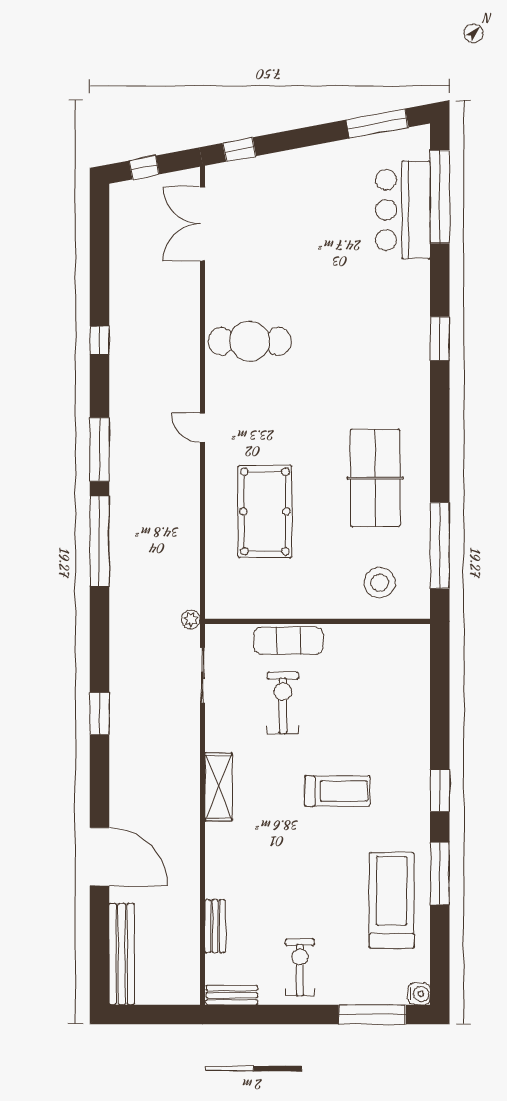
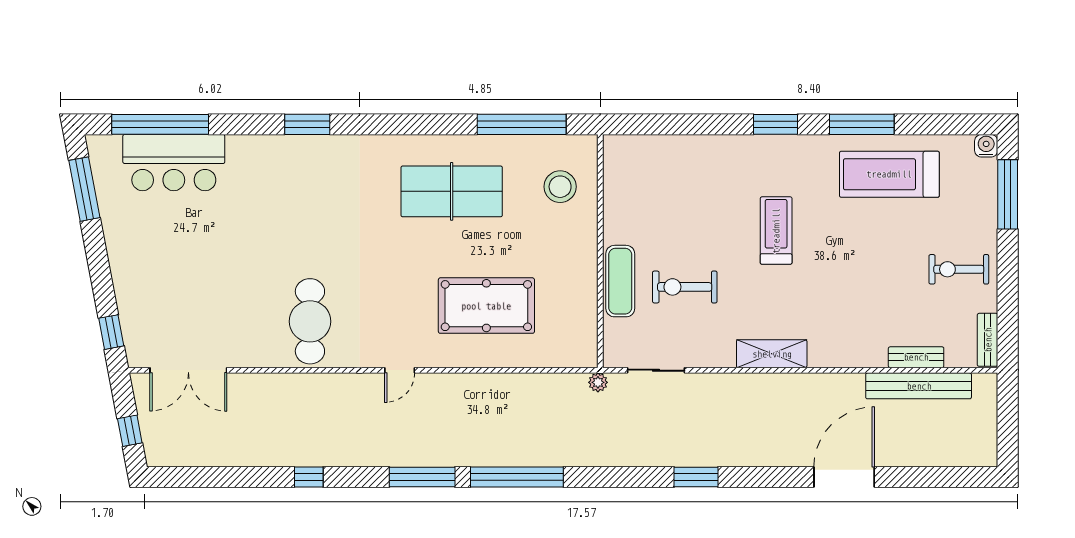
bench: (122, 954) -> (919, 386), moved

